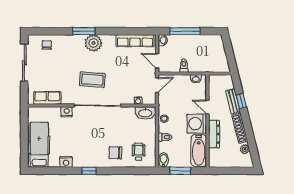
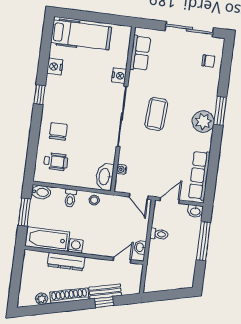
door: (207, 107) -> (122, 260), moved
washing machine: (197, 124) -> (76, 246), width x0.53, depth x0.53

